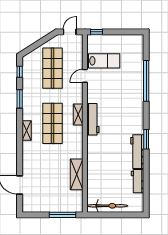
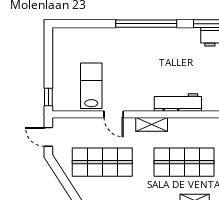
window: (146, 81) -> (146, 24), moved
shelving: (78, 115) -> (152, 124), moved

